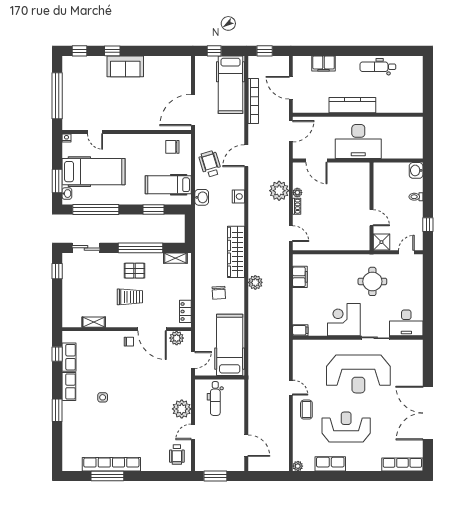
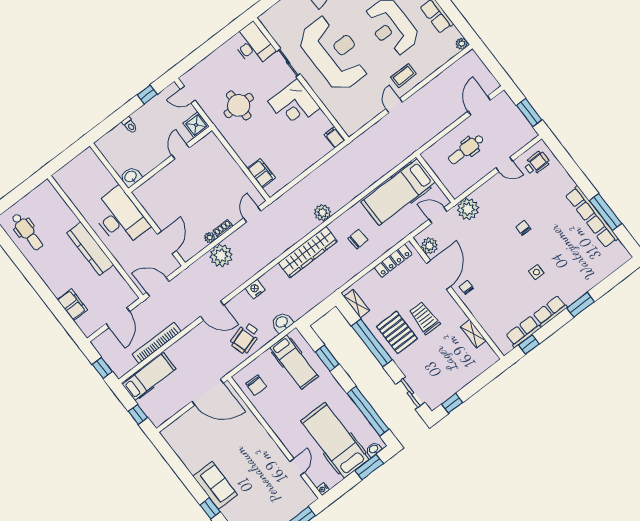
dental chair: (378, 67) -> (27, 232), moved
hospital bed: (231, 85) -> (149, 377), width x0.73, depth x0.78
washbasin: (416, 170) -> (131, 177), moved, turned 180
pallet: (135, 271) -> (397, 332), width x1.50, depth x1.42
filing cabinet: (300, 277) -> (261, 173), moved, turned 90
locker: (185, 311) -> (393, 261), width x1.53
dental chair: (215, 399) -> (466, 149), moved, turned 180
plant: (182, 409) -> (468, 209), moved
chair: (140, 412) -> (523, 228), added

